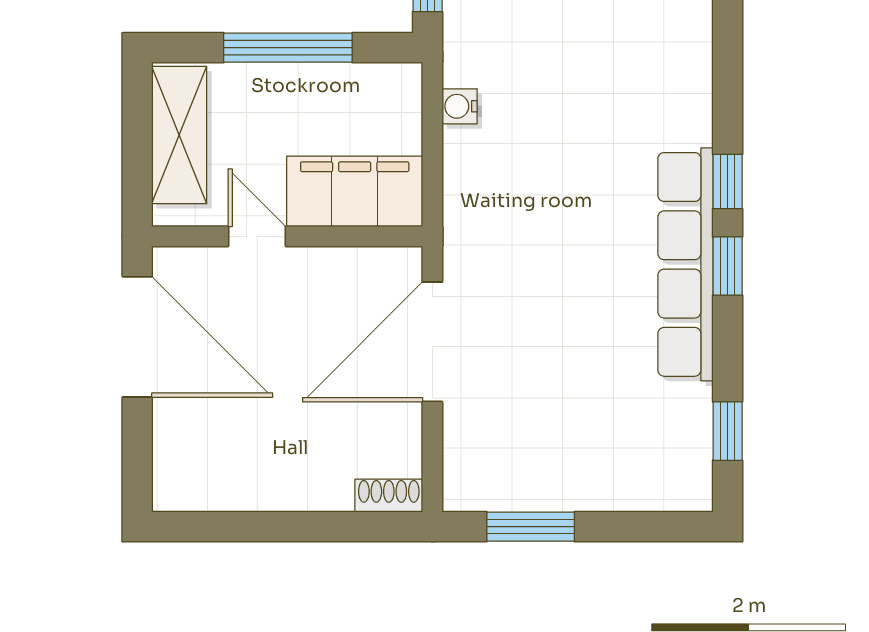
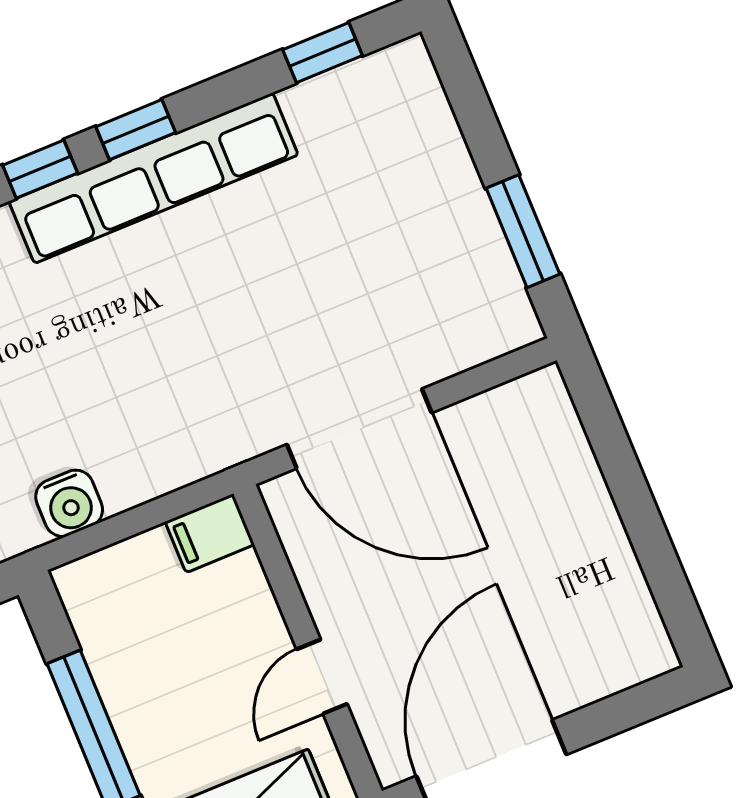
water cooler: (460, 106) -> (69, 503), width x1.38, depth x1.38
filing cabinet: (355, 191) -> (210, 533), width x0.33, depth x0.86
shoe rack: (389, 496) -> (554, 406), removed

